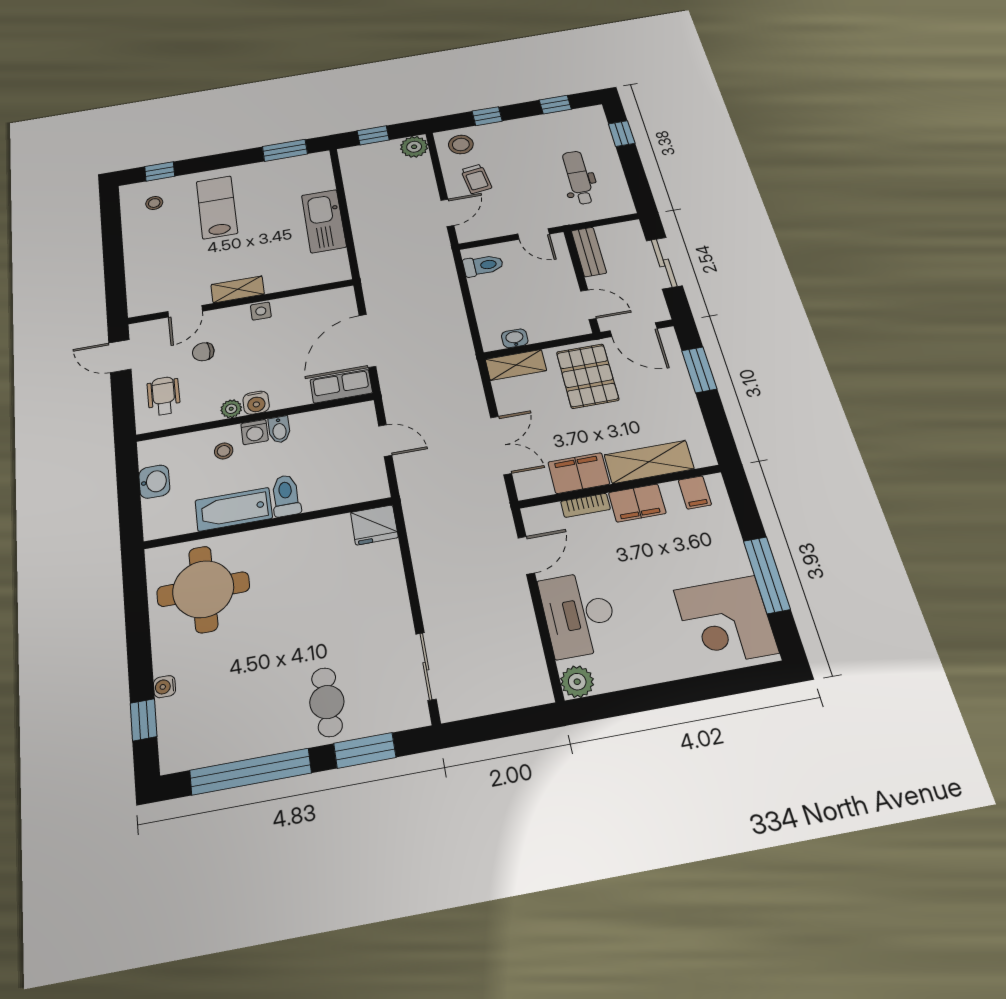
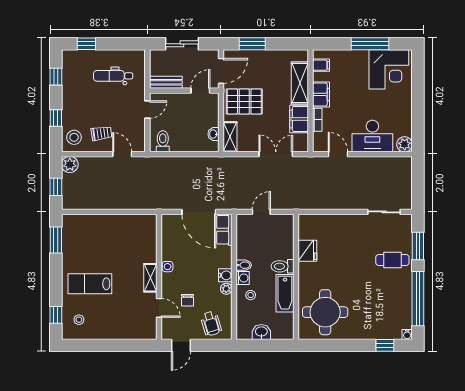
kitchen sink: (324, 221) -> (113, 224), removed
wheelchair: (164, 396) -> (211, 324), turned -107
fridge: (374, 525) -> (307, 251), moved
water cooler: (165, 687) -> (407, 335), moved

